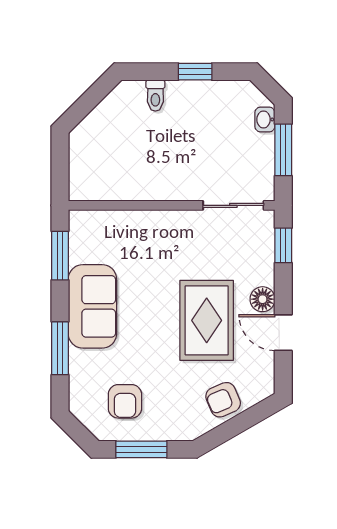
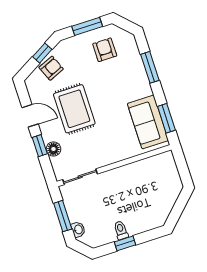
toilet: (155, 96) -> (121, 230), moved
window: (283, 245) -> (40, 146), moved
floor lamp: (263, 299) -> (53, 149), moved
sofa: (92, 306) -> (148, 122), moved
window: (230, 429) -> (42, 53), added

